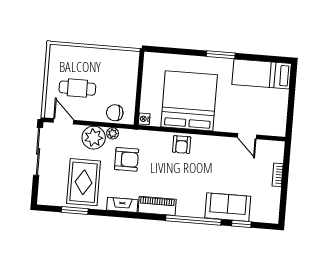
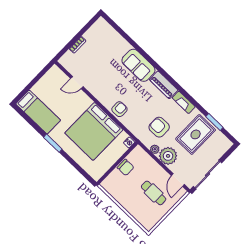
chair: (115, 113) -> (126, 167), moved
door: (247, 136) -> (77, 83), swing flipped
sofa: (228, 207) -> (138, 65), moved
window: (193, 220) -> (149, 59), removed
window: (241, 224) -> (123, 33), removed

